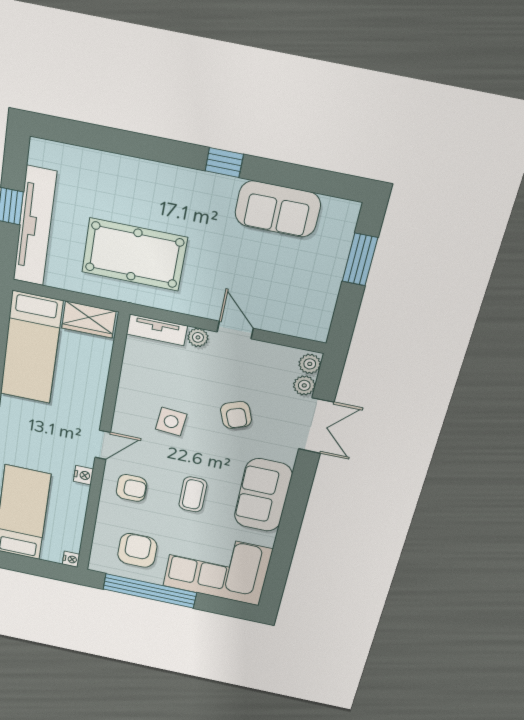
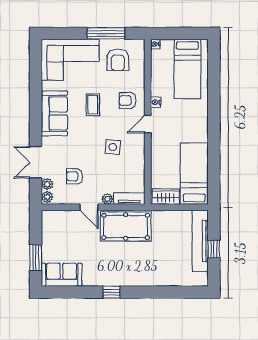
sofa: (278, 209) -> (62, 275), moved
pool table: (134, 255) -> (126, 226), moved
armchair: (236, 415) -> (74, 176), moved, turned -69
window: (150, 591) -> (106, 33), width x0.68

